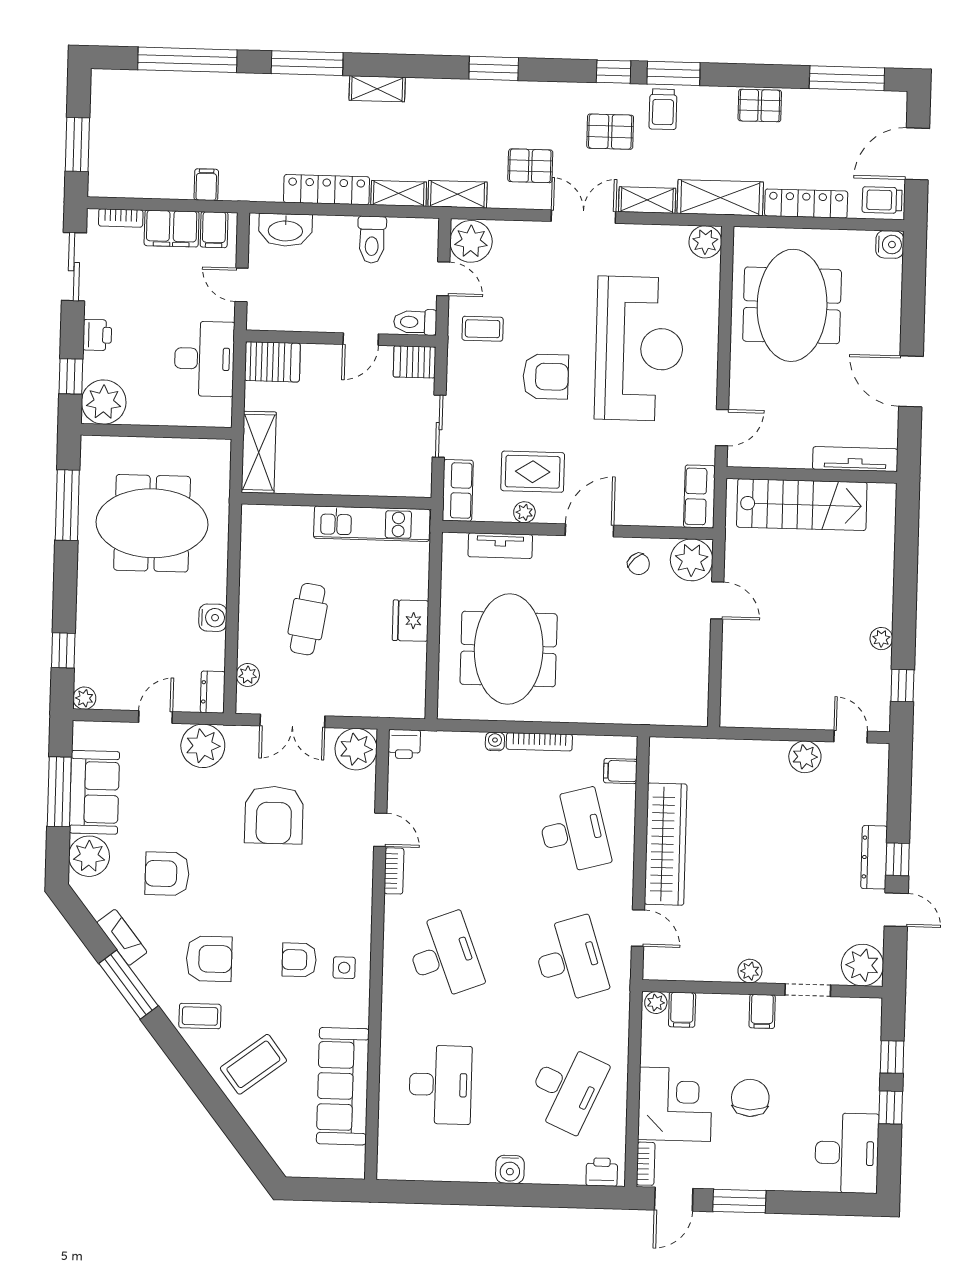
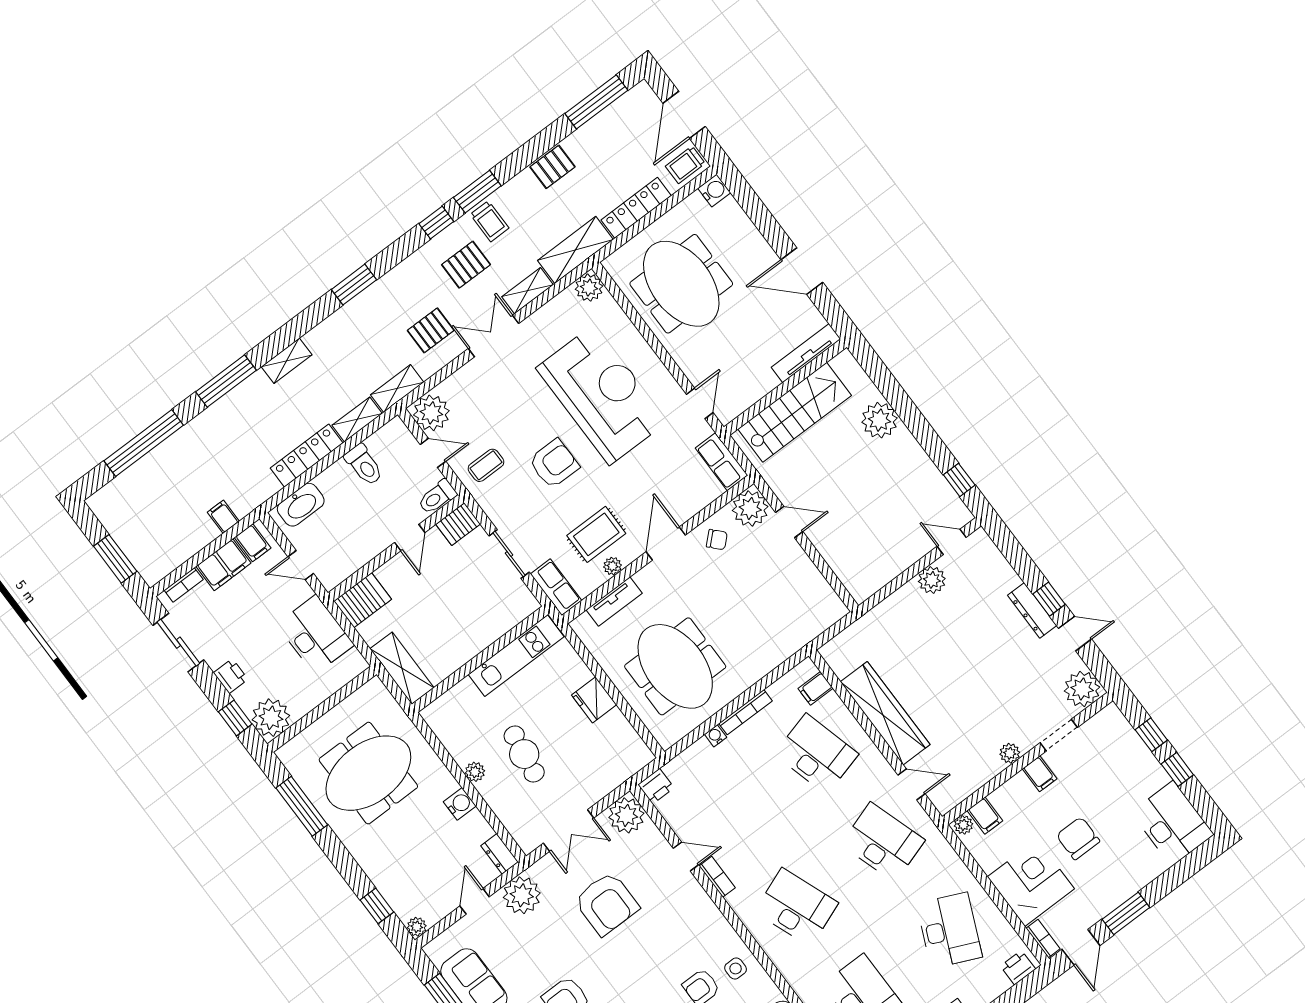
plant: (881, 639) -> (879, 420), moved, width x1.87, depth x1.87
plant: (248, 675) -> (475, 772), moved

